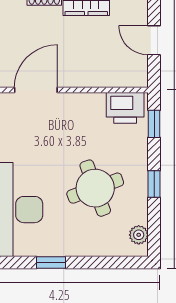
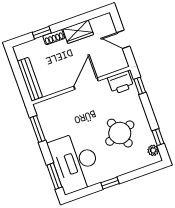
door: (36, 90) -> (86, 84), moved
window: (154, 184) -> (158, 137), moved

